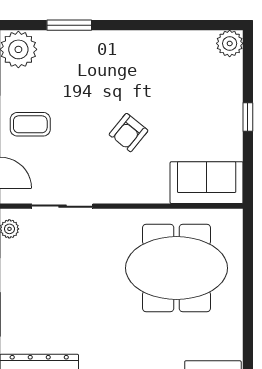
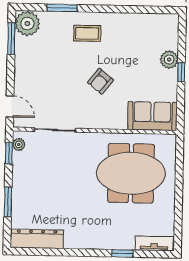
plant: (230, 43) -> (169, 60), moved
coffee table: (30, 124) -> (87, 33), moved

